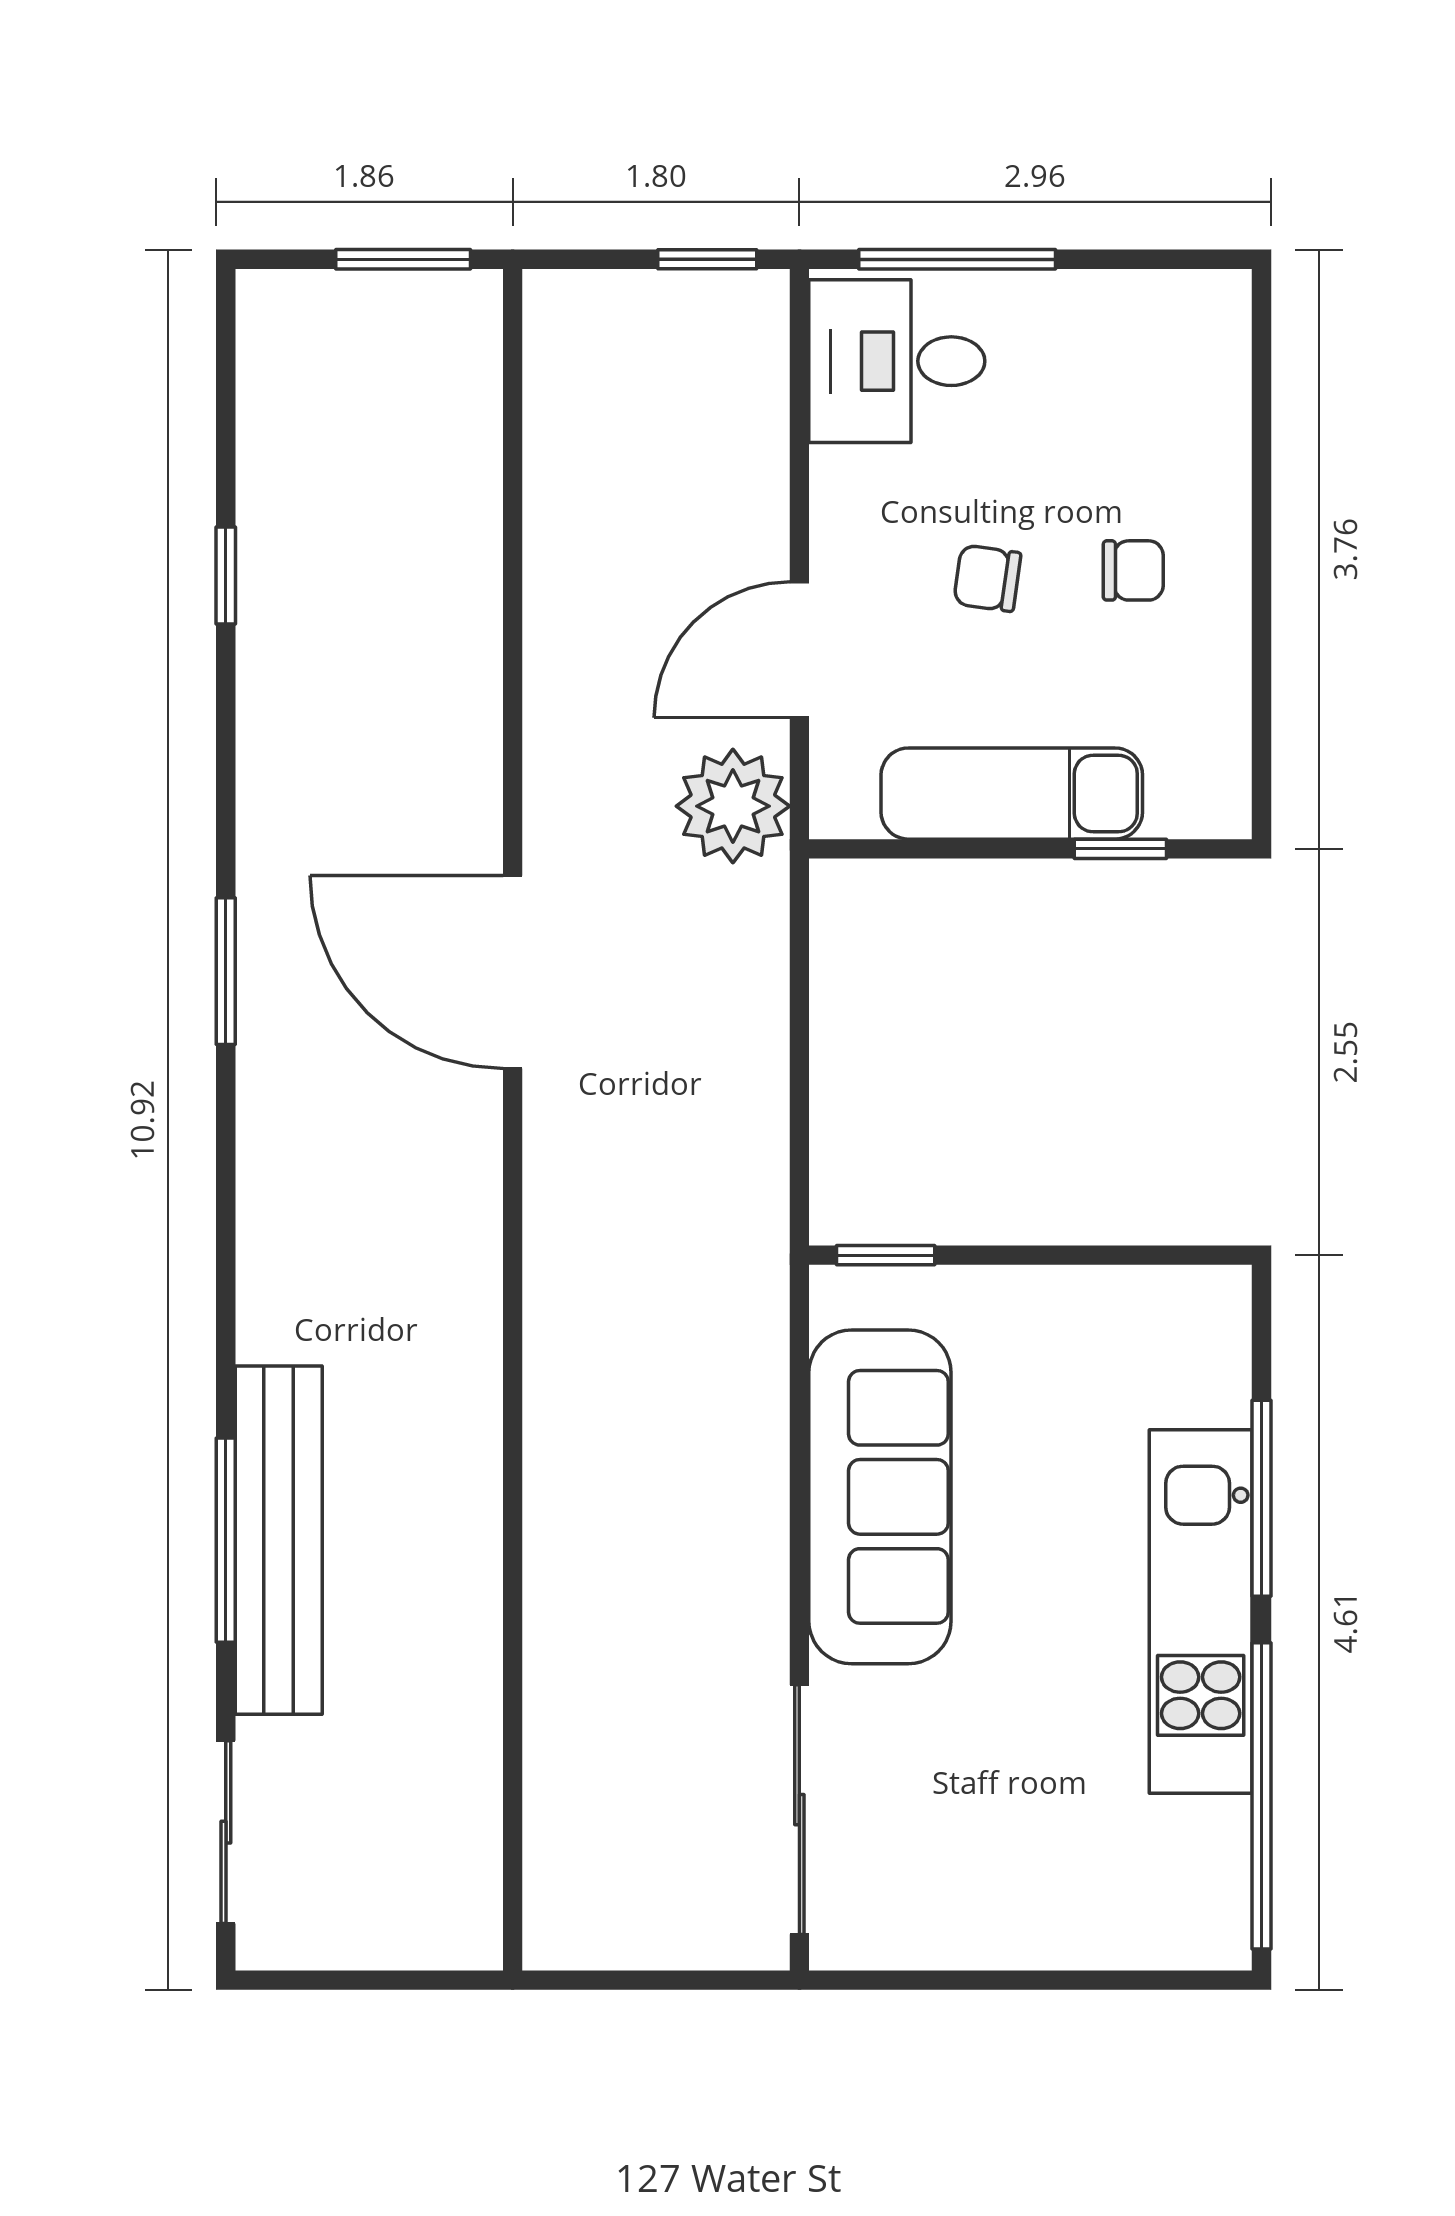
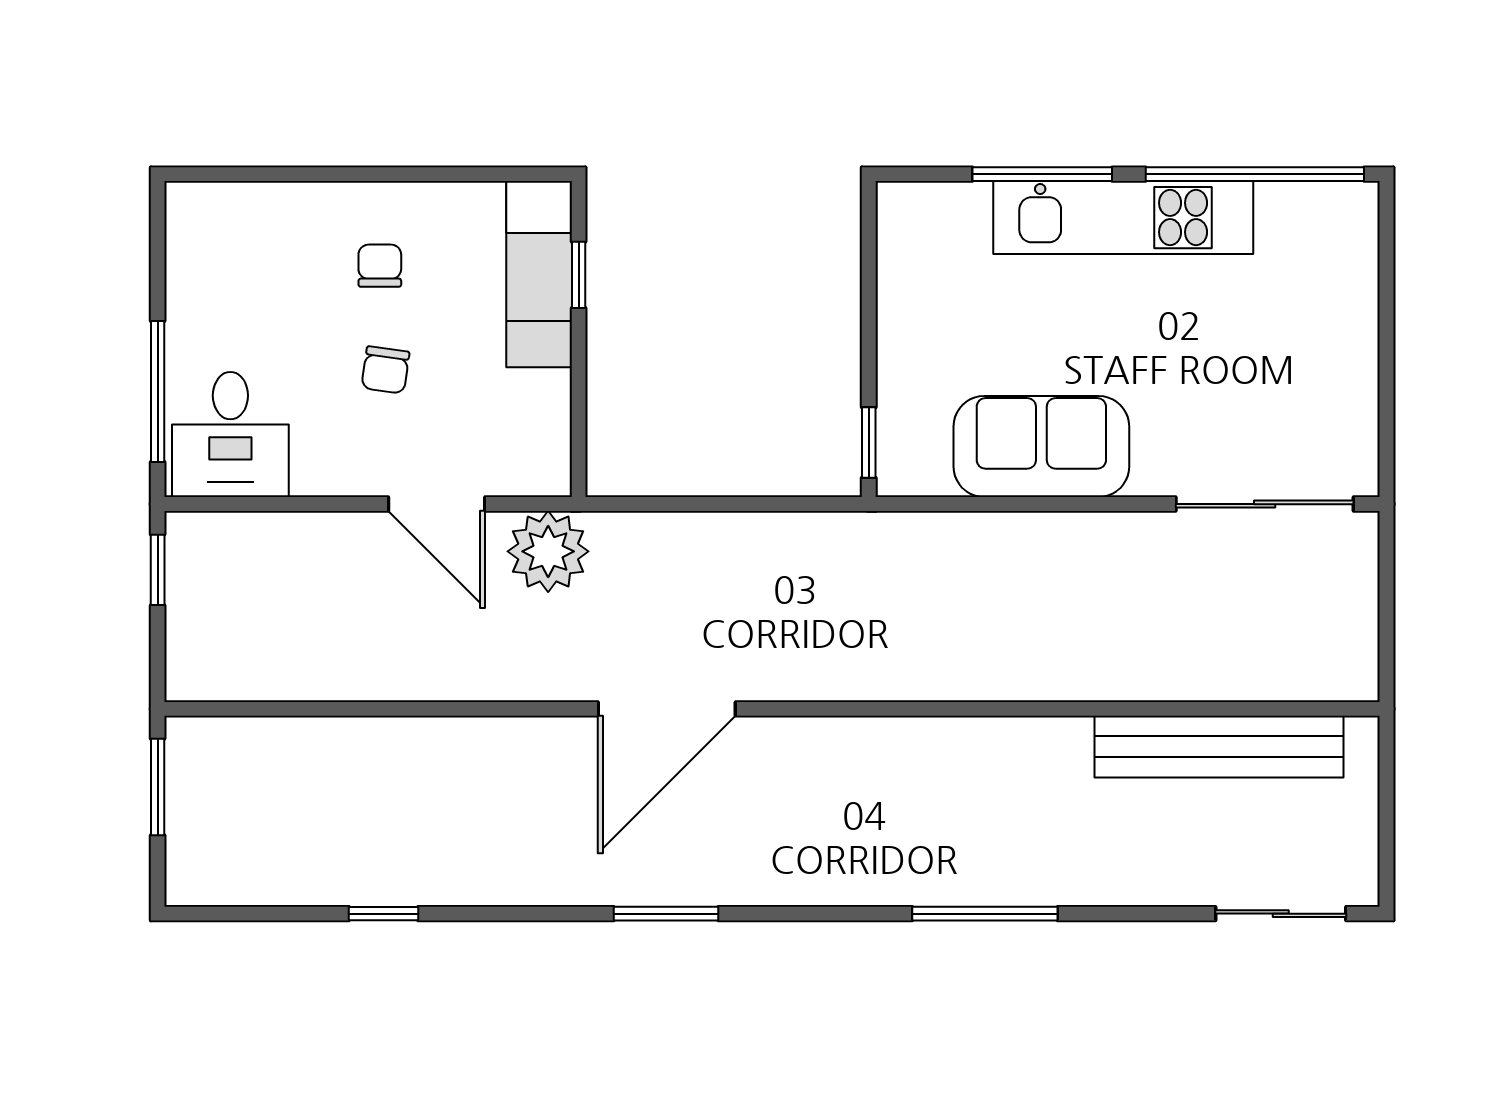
exam couch: (1012, 794) -> (539, 274), moved
sofa: (880, 1497) -> (1041, 447), width x0.73
window: (226, 1540) -> (985, 914), moved
bench: (279, 1540) -> (1219, 747), moved

